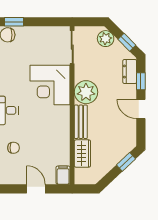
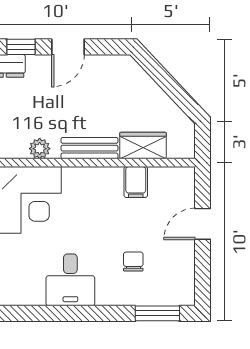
plant: (86, 92) -> (40, 149), width x0.53, depth x0.53
window: (126, 162) -> (157, 72), removed
filing cabinet: (63, 175) -> (136, 182), moved, turned -90

